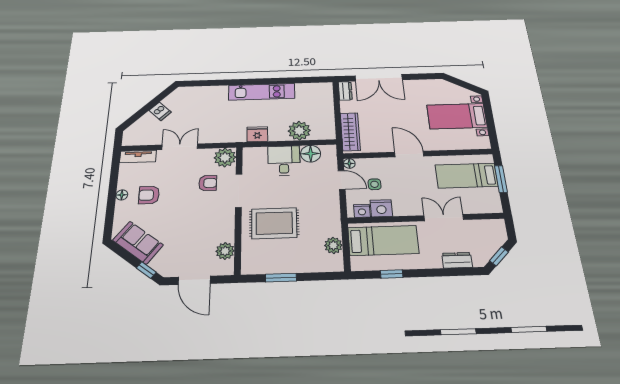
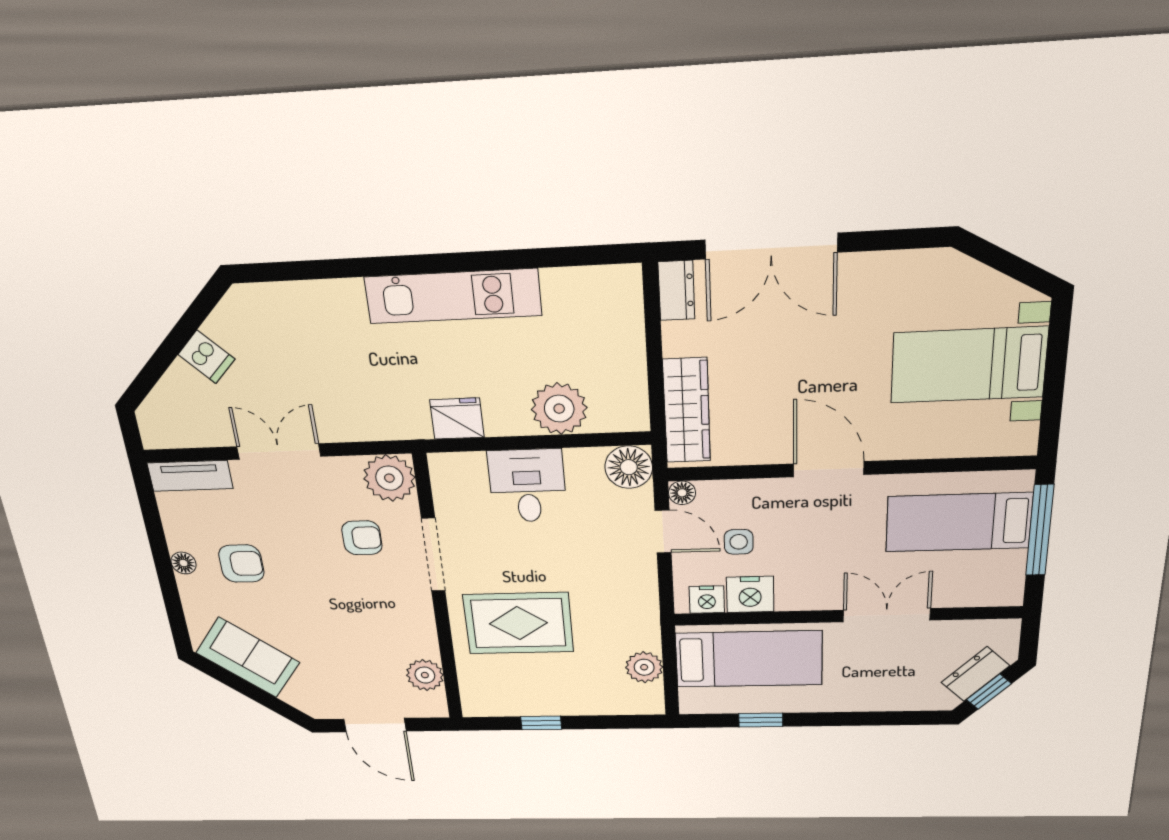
floor lamp: (311, 154) -> (629, 467), moved
window: (501, 179) -> (1040, 530), width x1.44
armchair: (149, 195) -> (241, 564), turned 180
dresser: (457, 260) -> (975, 674), moved, turned -45
window: (146, 270) -> (279, 707), removed
window: (281, 278) -> (541, 723), width x0.67

